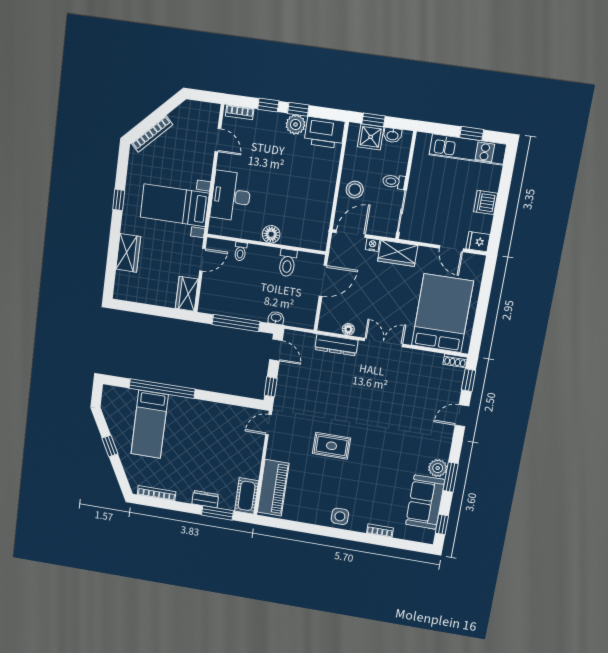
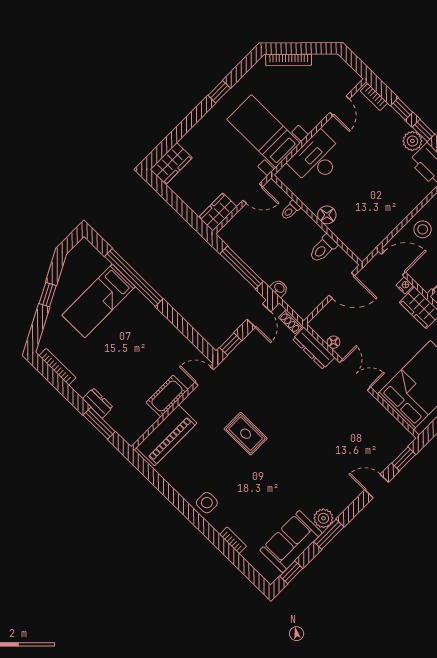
wardrobe: (128, 253) -> (171, 164), moved
shoe rack: (455, 361) -> (291, 322), moved
cot: (247, 496) -> (167, 396), moved

